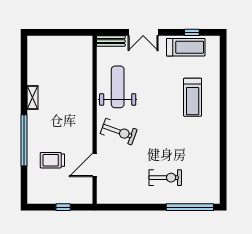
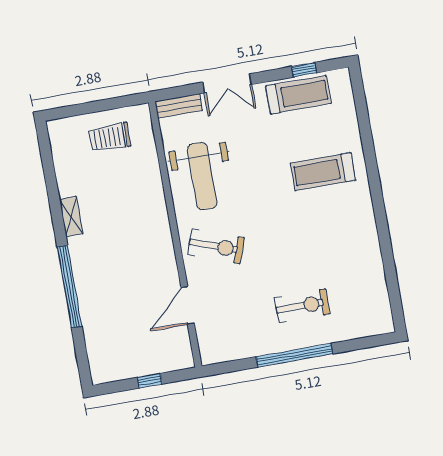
weight bench: (118, 87) -> (202, 176), turned 180
treadmill: (193, 97) -> (323, 172), turned 90
trolley: (52, 160) -> (110, 137), moved
window: (190, 207) -> (294, 355), moved

